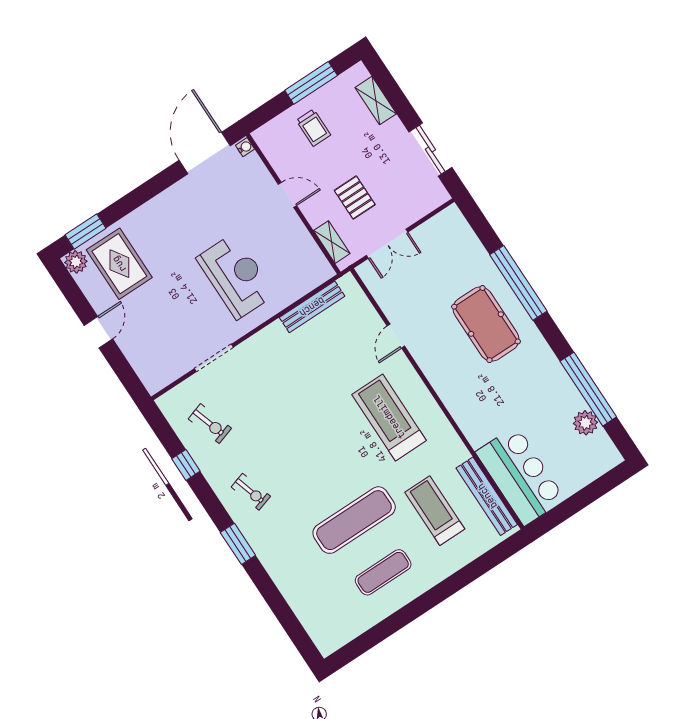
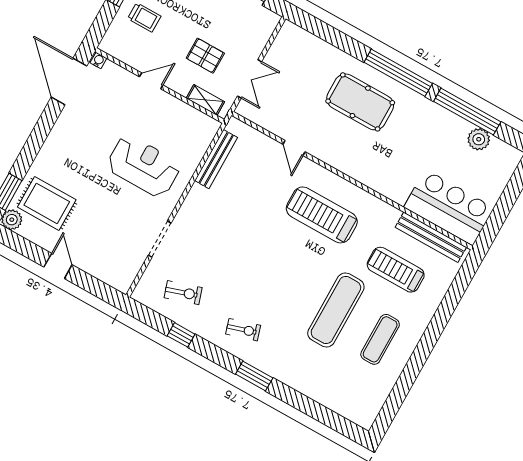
window: (518, 283) -> (398, 73), moved

